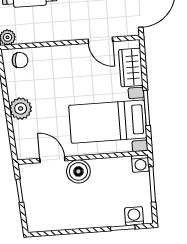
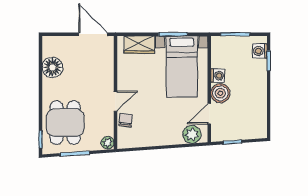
door: (100, 40) -> (116, 101), moved
chair: (20, 60) -> (126, 120), moved
plant: (21, 109) -> (192, 134), moved
washing machine: (140, 163) -> (218, 76), moved

